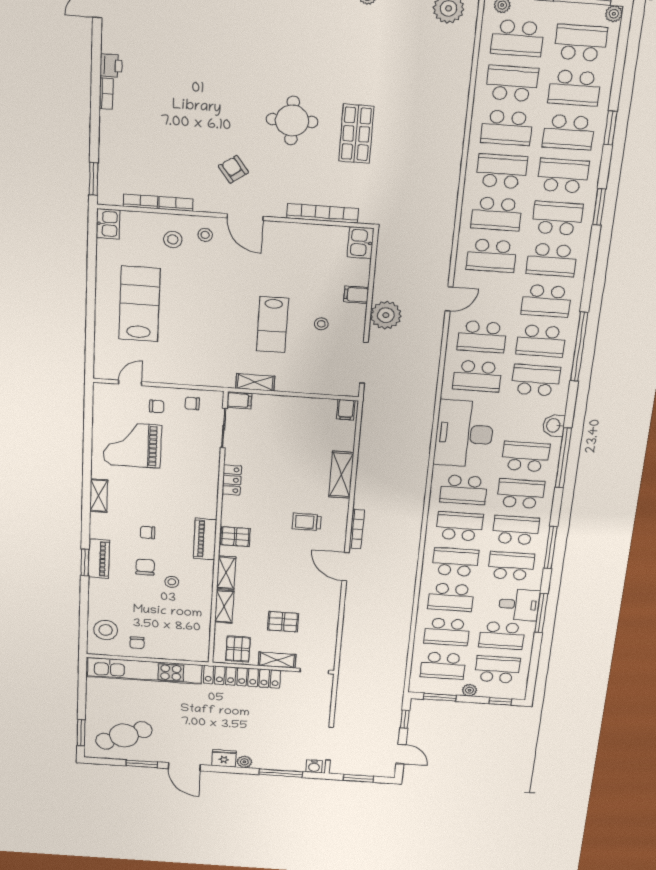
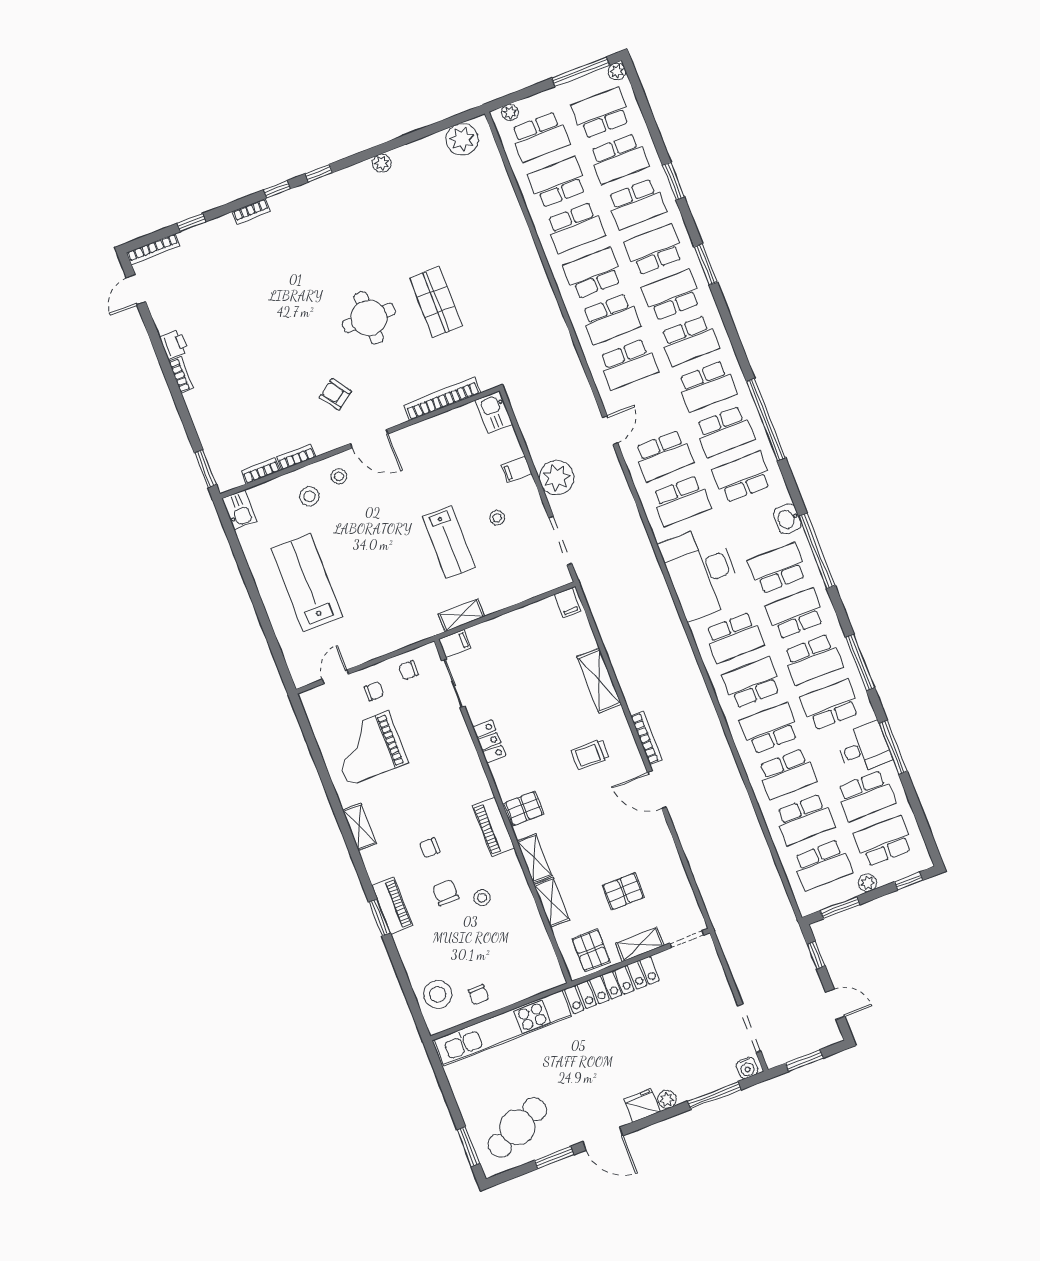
school desk: (516, 530) -> (813, 659), turned 180

